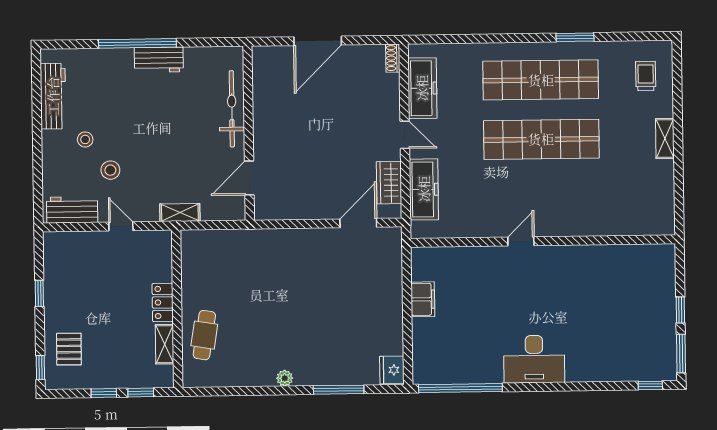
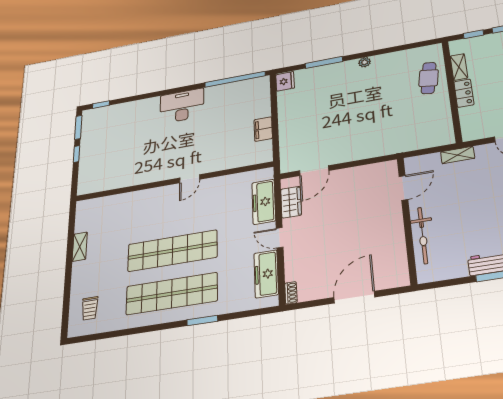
window: (575, 37) -> (202, 321), moved
shelving: (665, 138) -> (80, 247), moved

